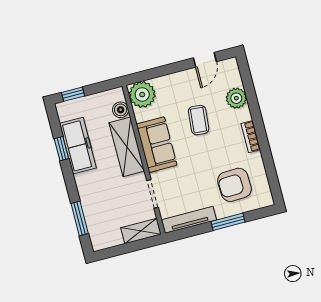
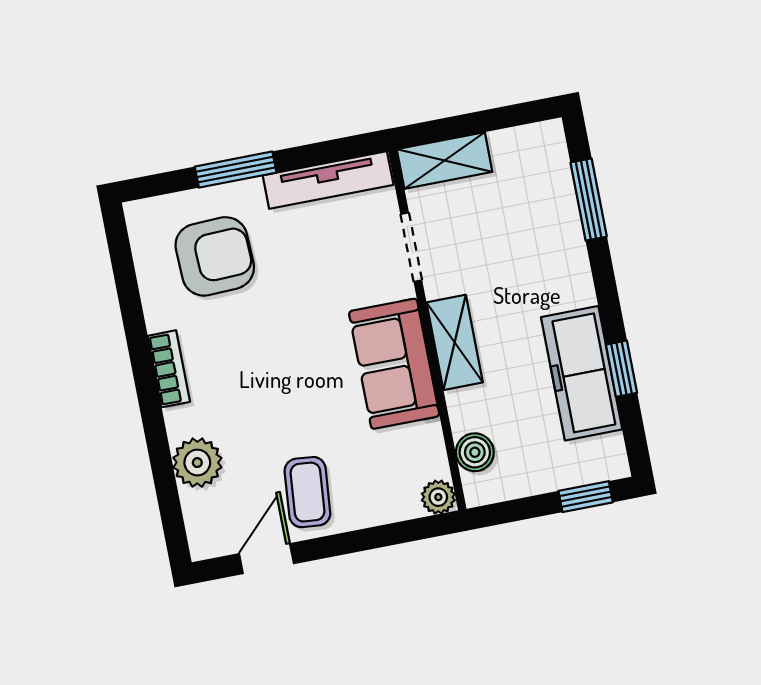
plant: (142, 94) -> (438, 497), width x0.53, depth x0.53
coffee table: (199, 120) -> (307, 492), moved
shelving: (127, 147) -> (455, 342), width x0.67, depth x0.75

